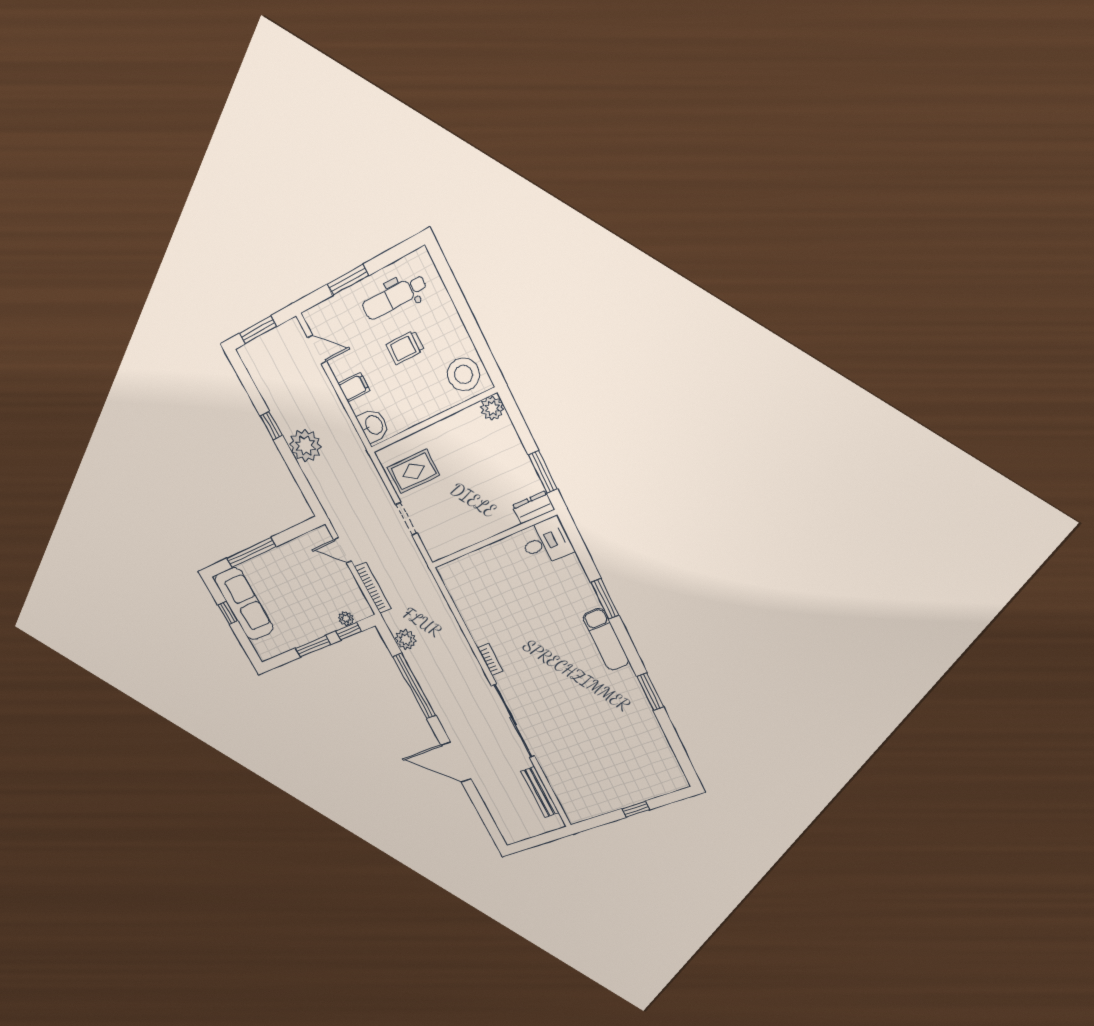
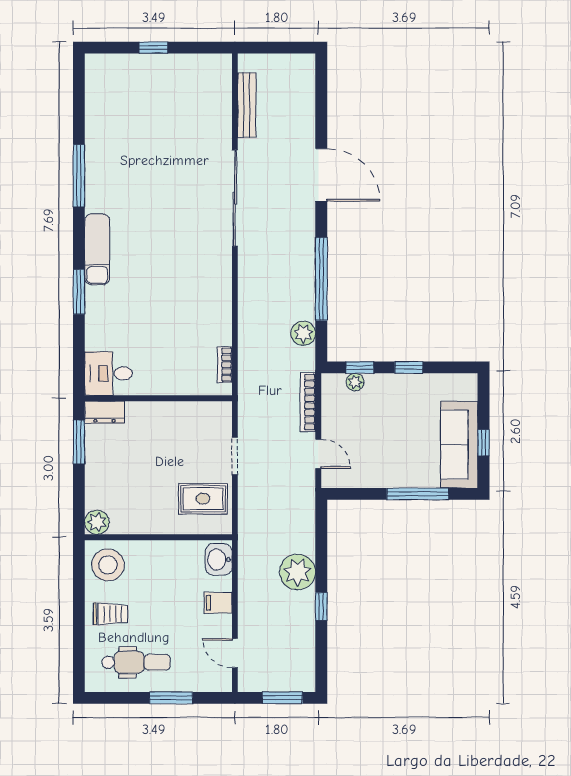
trolley: (405, 347) -> (110, 614), moved
window: (313, 646) -> (409, 367), width x0.67
bookcase: (490, 660) -> (225, 365), moved
window: (650, 692) -> (79, 176), width x1.44

